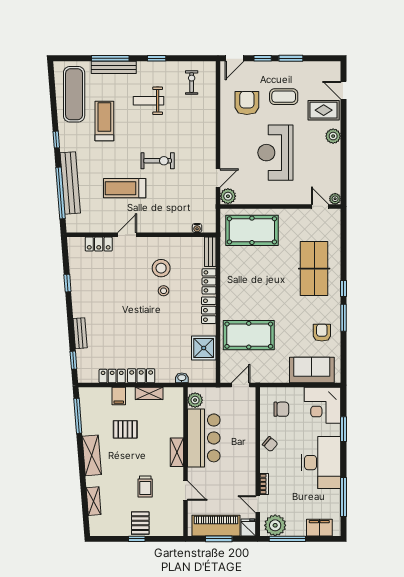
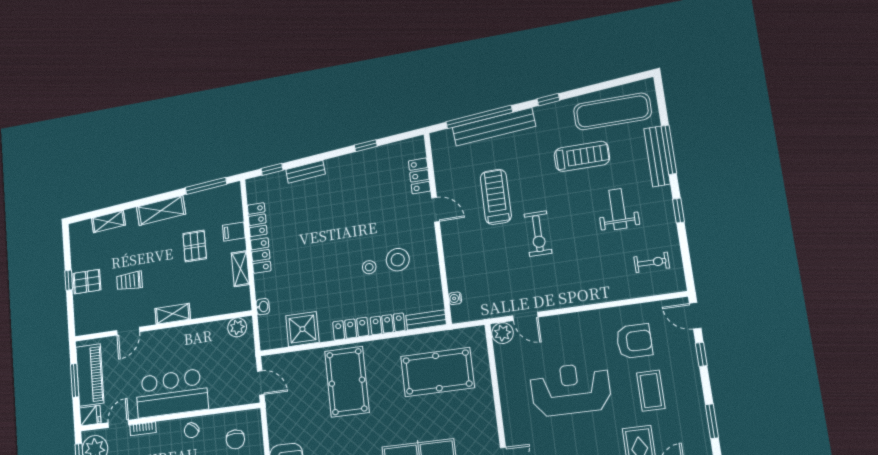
window: (291, 58) -> (712, 421), moved
pool table: (252, 230) -> (437, 372), moved, turned 90
pool table: (249, 335) -> (347, 382), moved
bar counter: (204, 438) -> (172, 393), moved, turned 180

